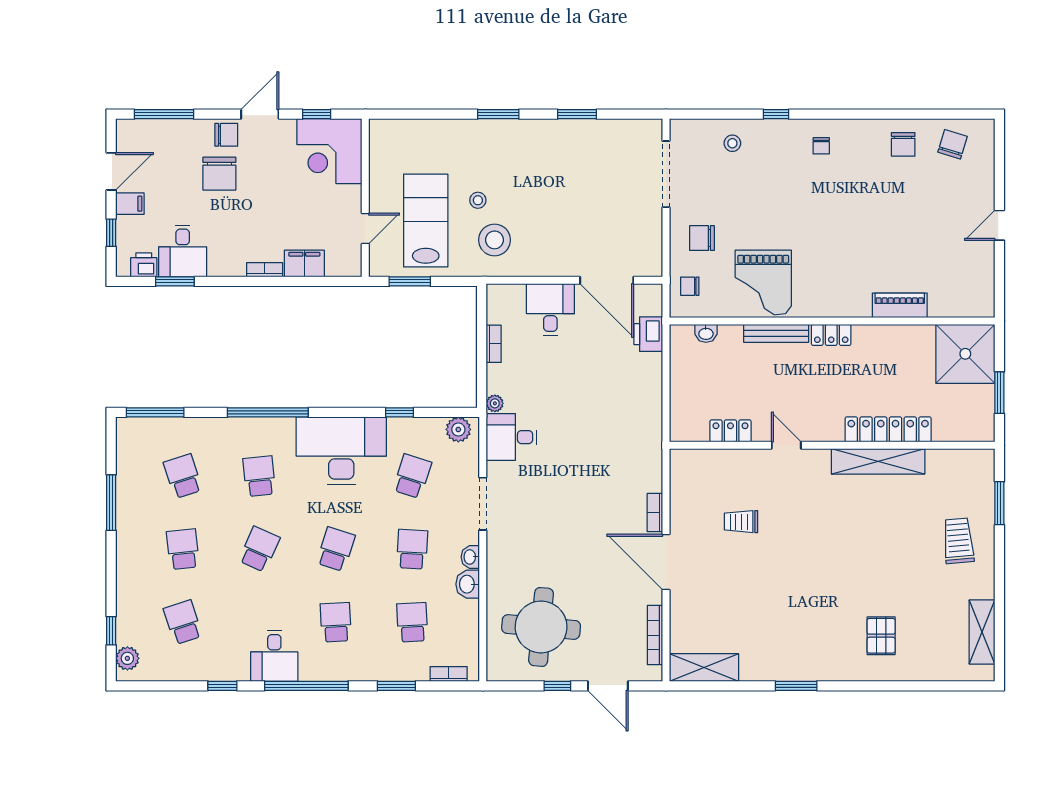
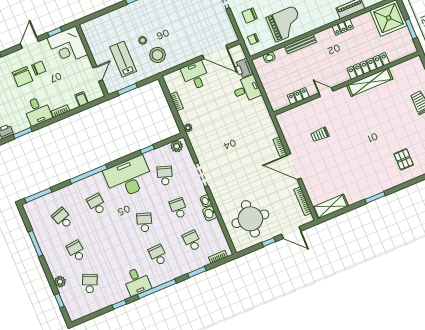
chair: (226, 135) -> (39, 68), moved
lab bench: (426, 221) -> (123, 59), width x0.73, depth x0.72
desk: (183, 251) -> (38, 111), moved
filing cabinet: (304, 264) -> (82, 99), width x0.50
grand piano: (763, 282) -> (285, 24), turned -90
locker: (831, 335) -> (343, 27), moved
desk: (511, 437) -> (247, 89), moved, turned 180
school desk: (259, 549) -> (110, 237), removed
school desk: (183, 622) -> (90, 283), turned 42
plant: (127, 658) -> (60, 282), moved

